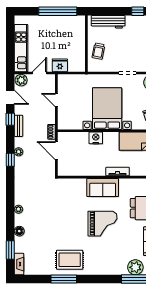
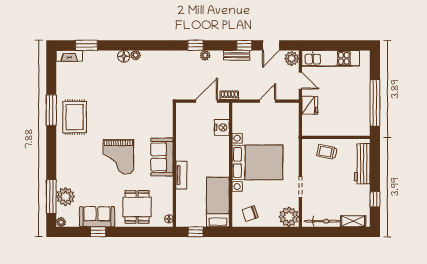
nightstand: (96, 138) -> (222, 127), moved
floor lamp: (19, 231) -> (124, 56), moved

